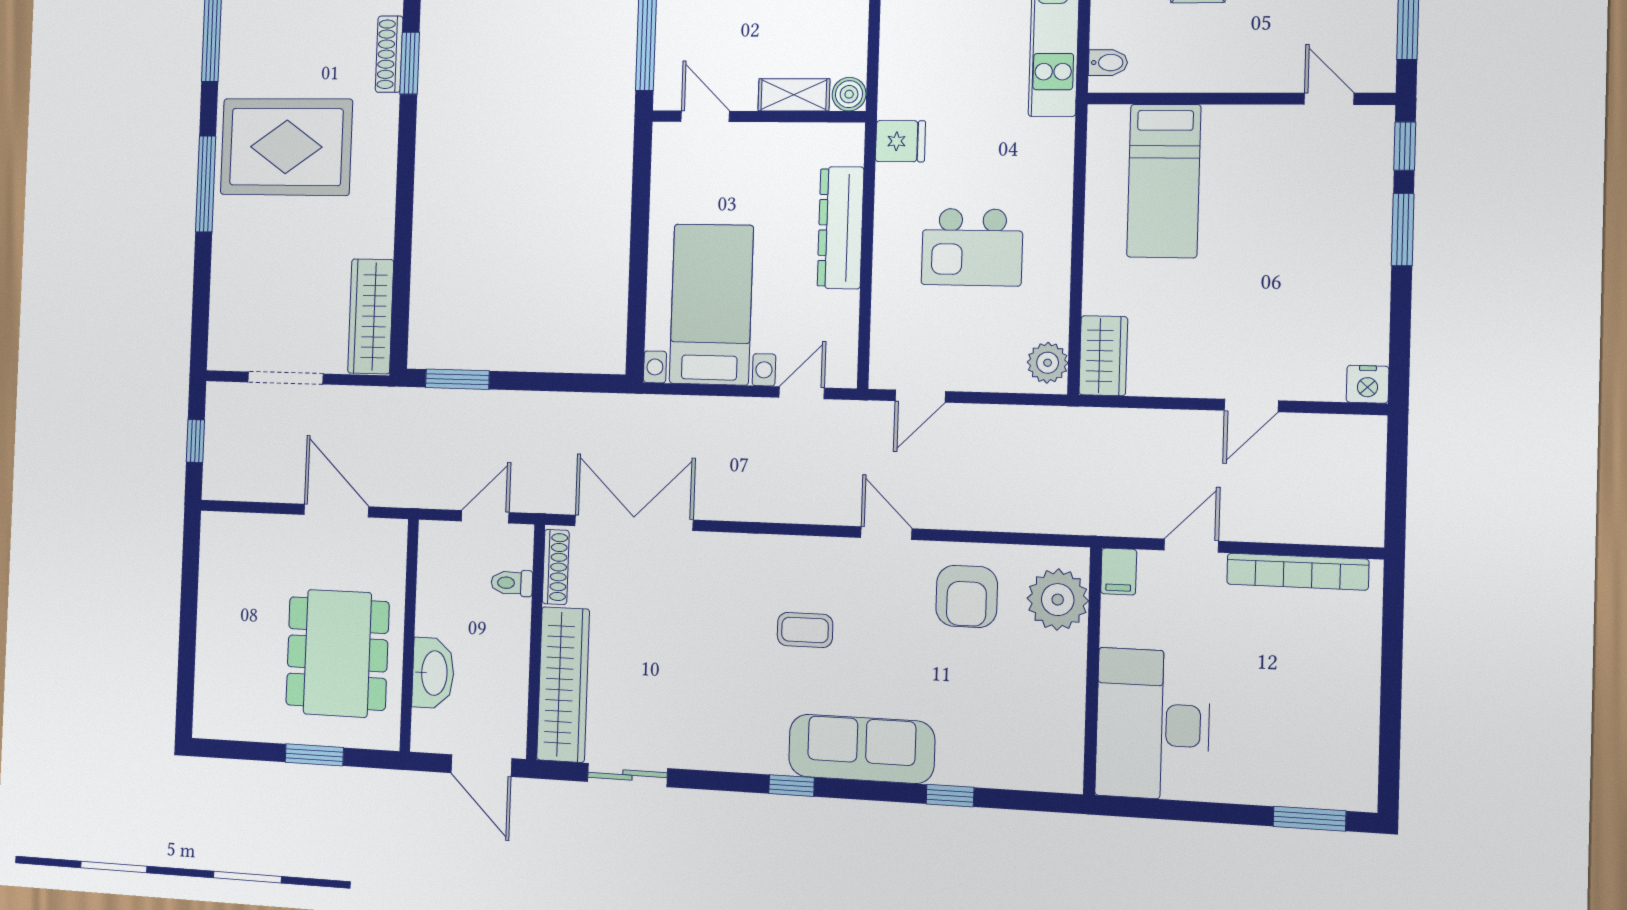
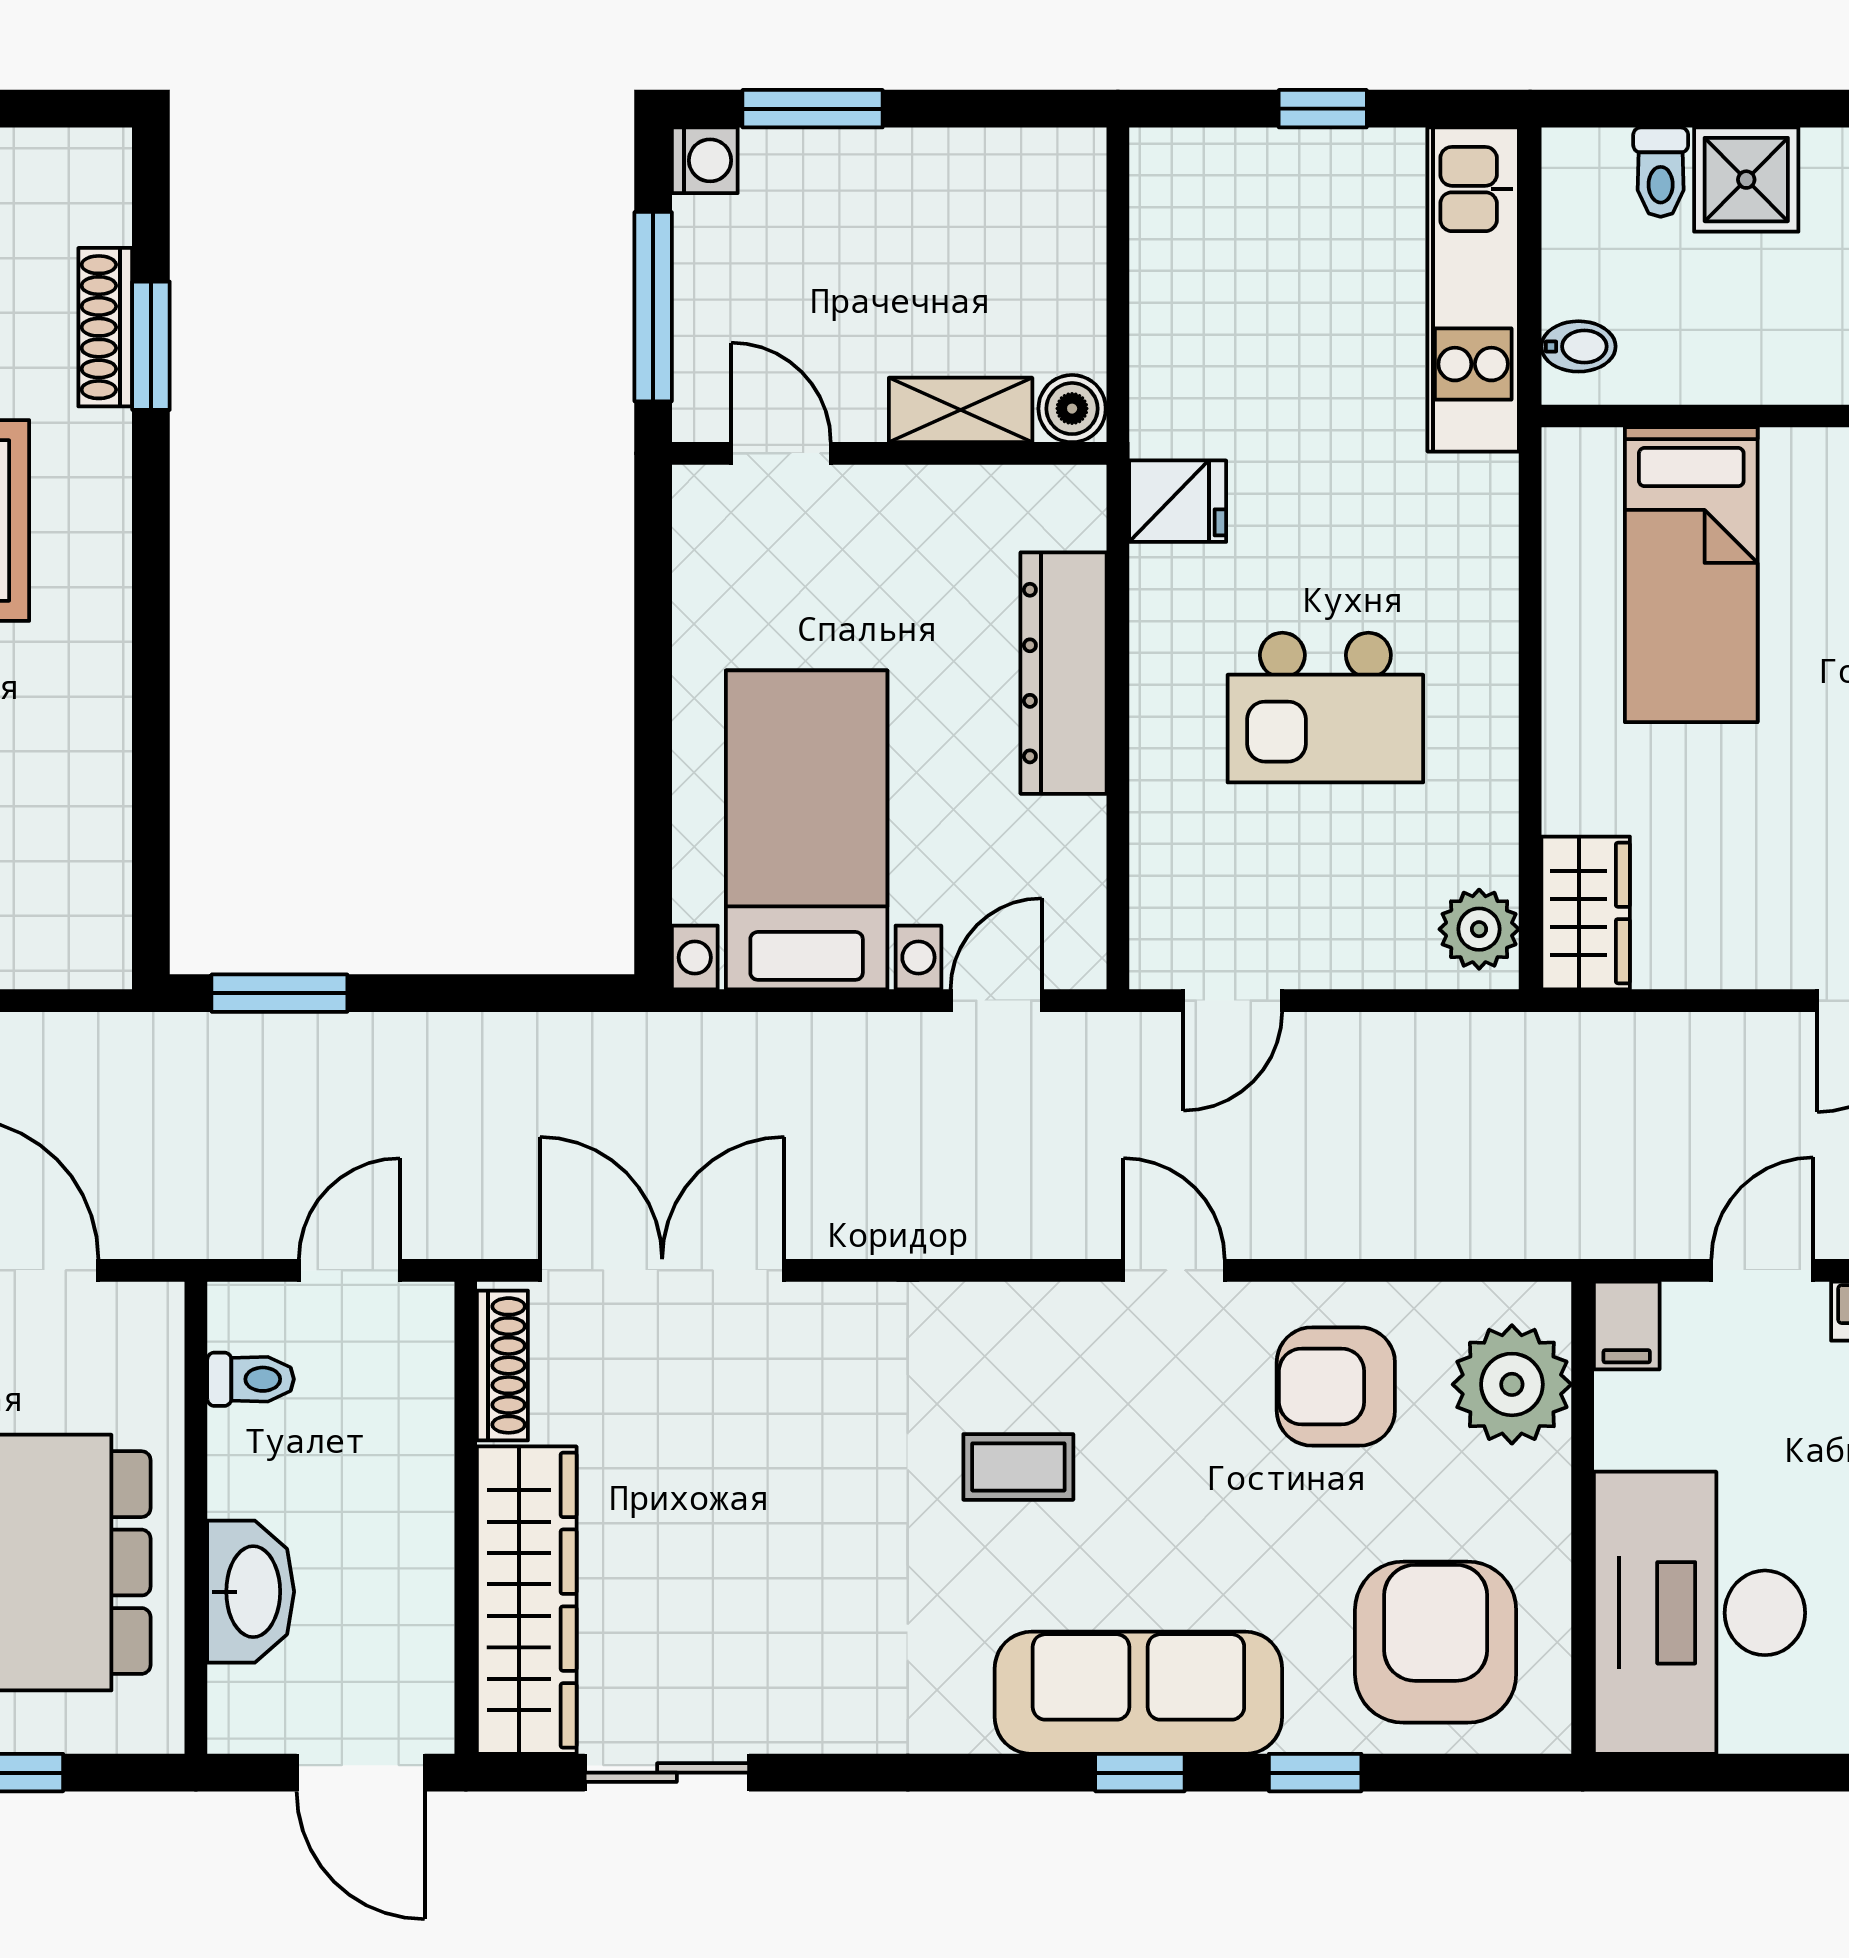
wardrobe: (371, 316) -> (87, 869), removed
toilet: (512, 583) -> (251, 1379), moved, turned 180
armchair: (967, 596) -> (1336, 1386), turned 90
armchair: (1014, 732) -> (1436, 1642), added
window: (792, 786) -> (1140, 1773), moved

